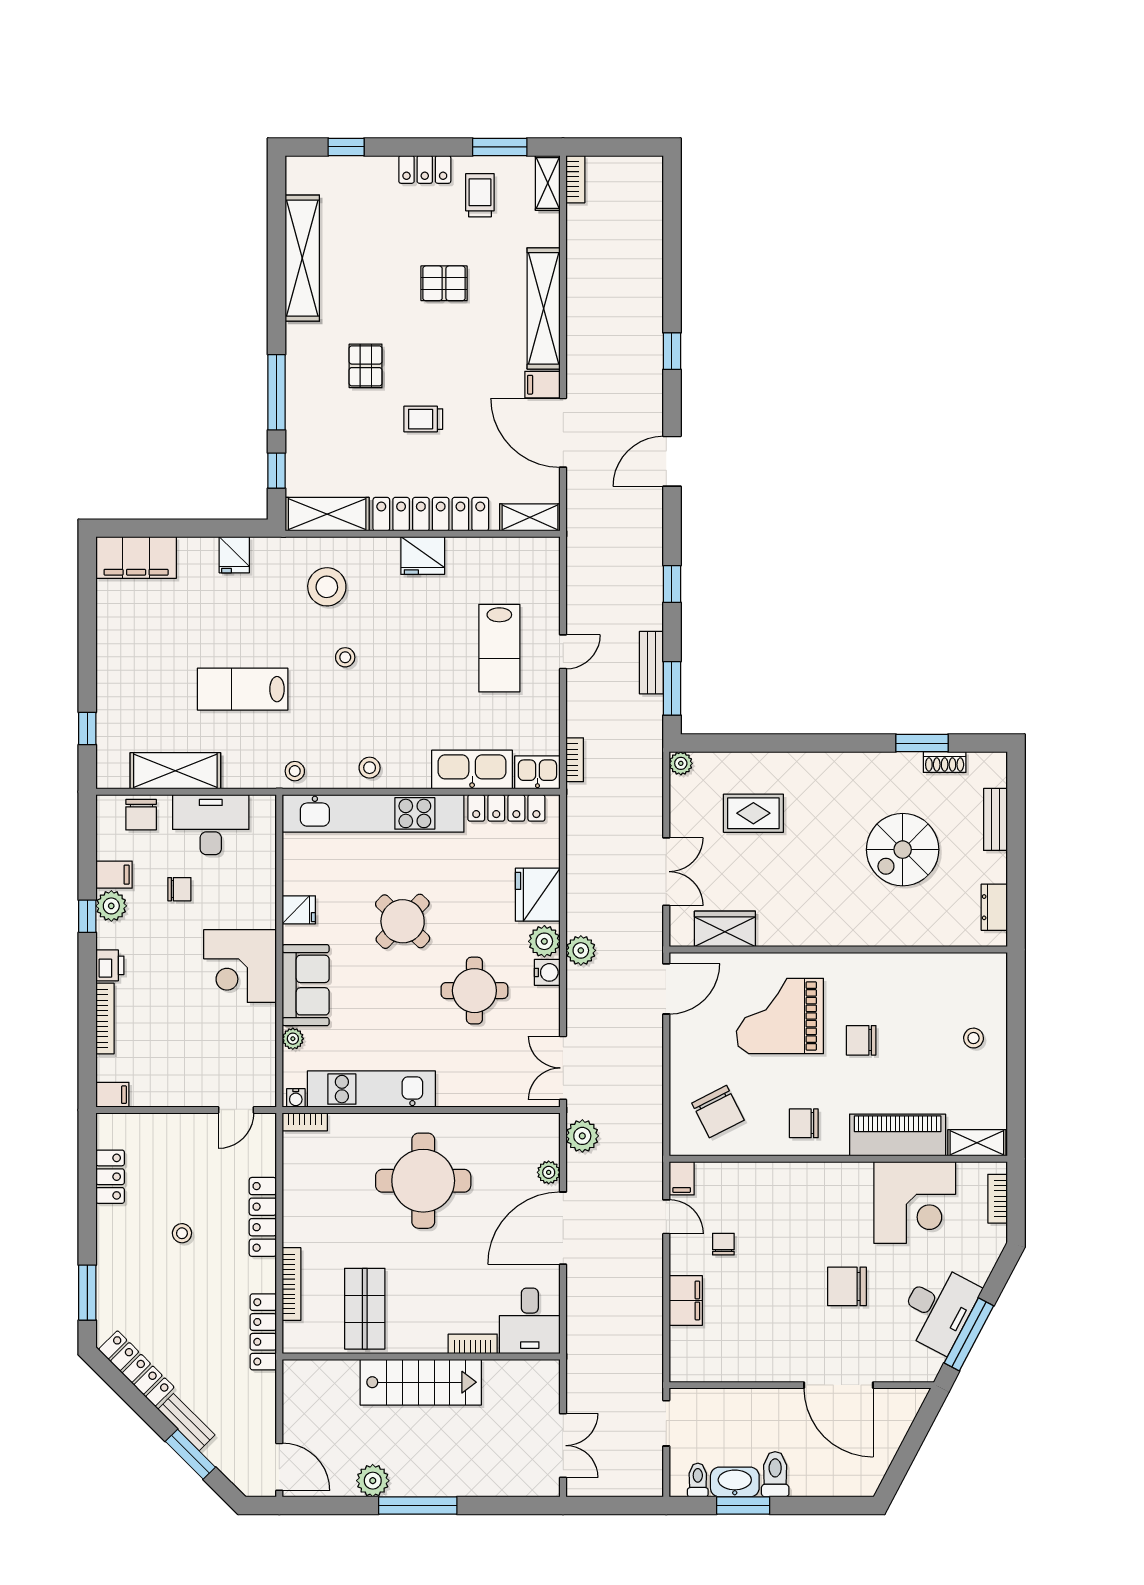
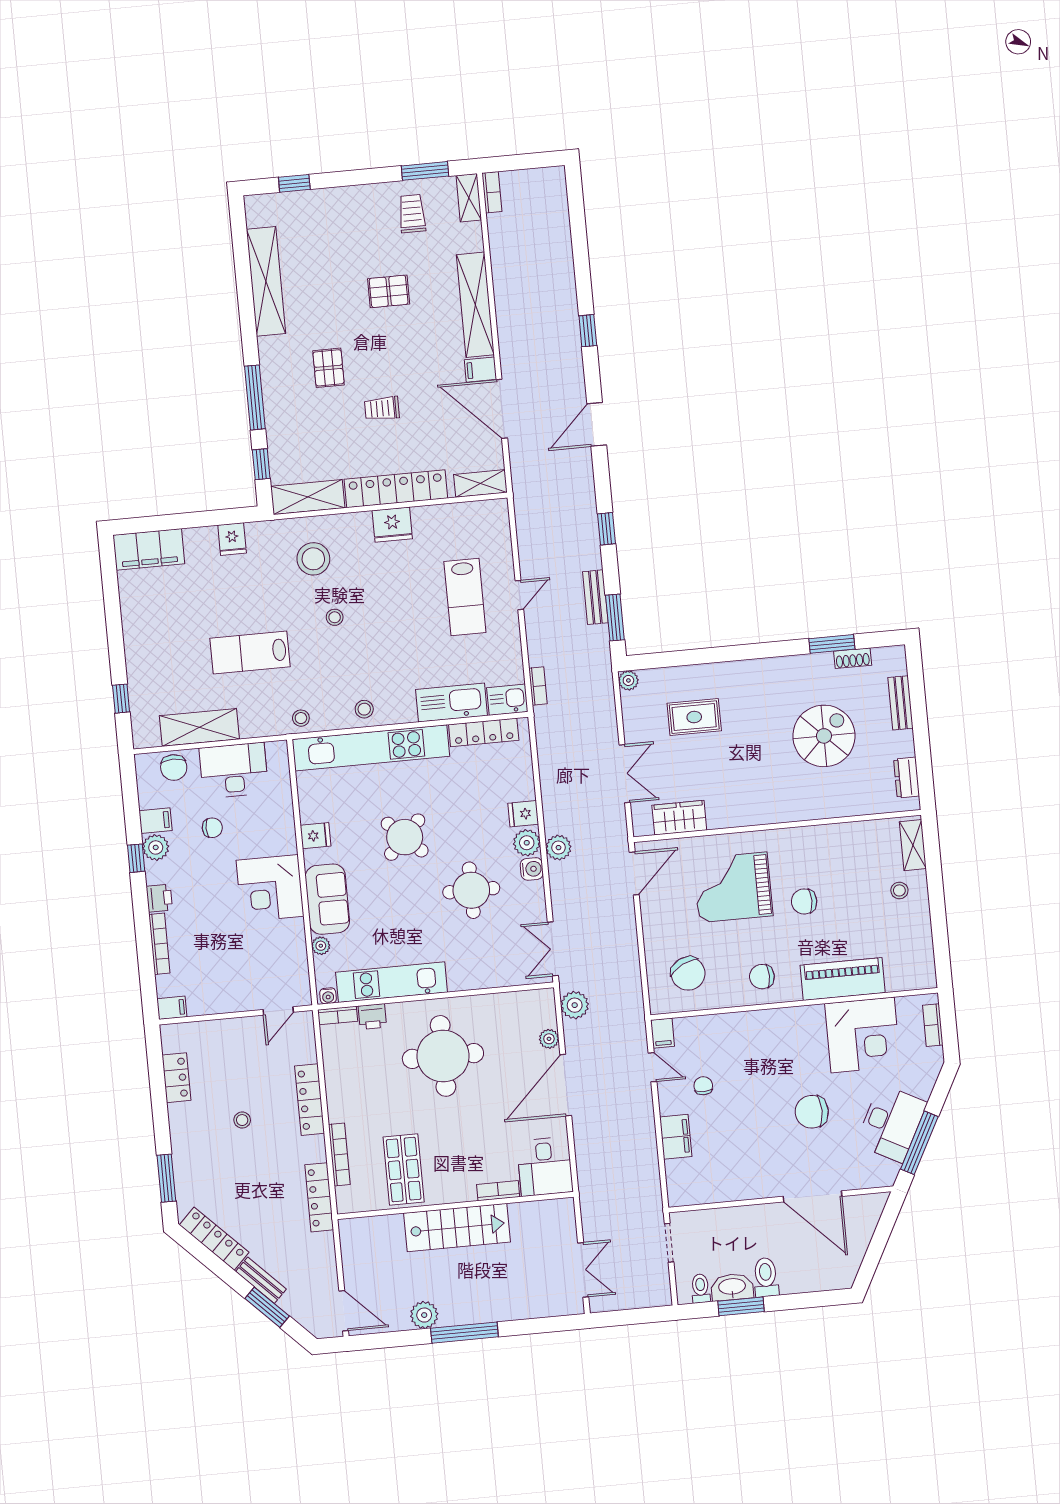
locker: (425, 169) -> (363, 196), removed
spiral stairs: (903, 850) -> (824, 736), turned 180
fridge: (538, 895) -> (523, 814), width x0.53, depth x0.75
printer: (345, 1127) -> (372, 1017), added
shelving: (977, 1143) -> (913, 845), moved, turned 90

